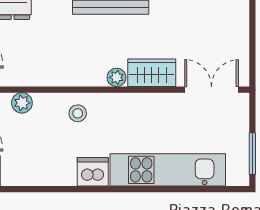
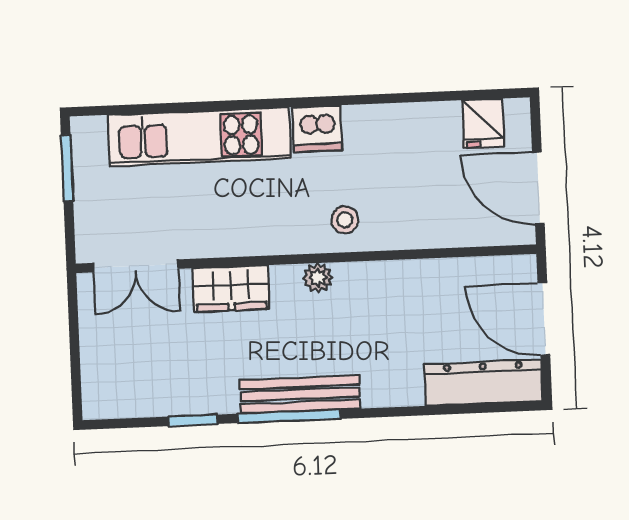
plant: (116, 77) -> (318, 278), moved
plant: (22, 103) -> (433, 233), removed

